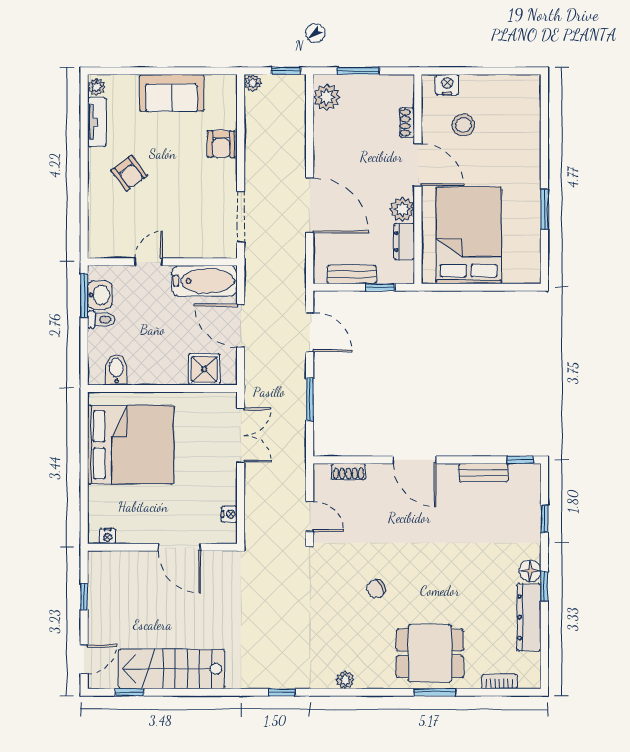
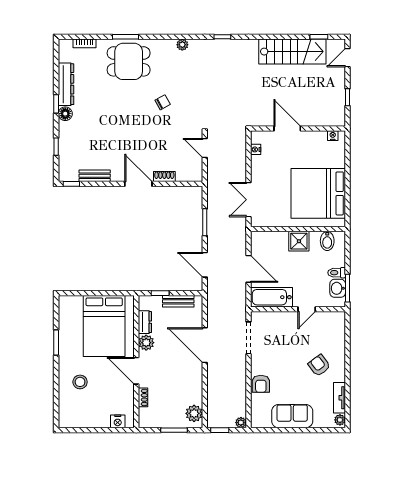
stool: (463, 125) -> (80, 382), moved
armchair: (221, 144) -> (261, 384), turned 180
shower: (204, 369) -> (299, 241), moved
shoe rack: (349, 471) -> (164, 176), moved

